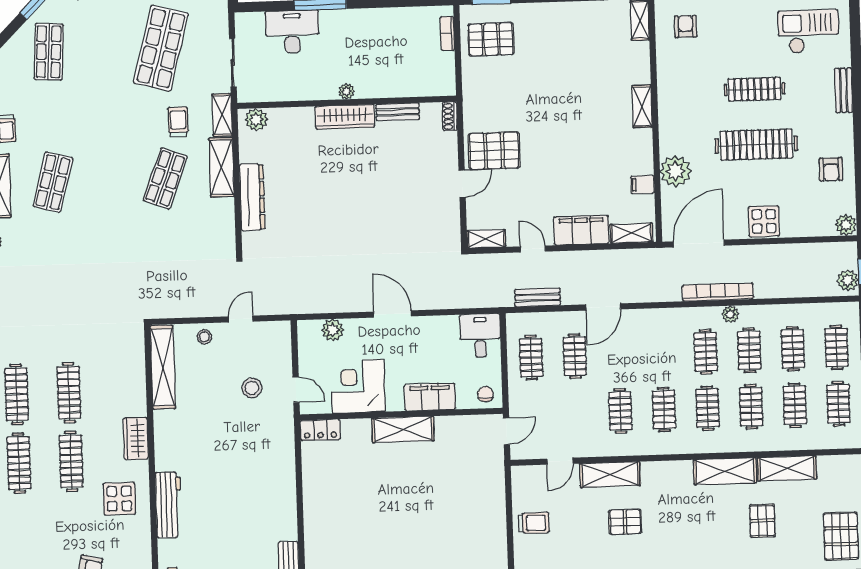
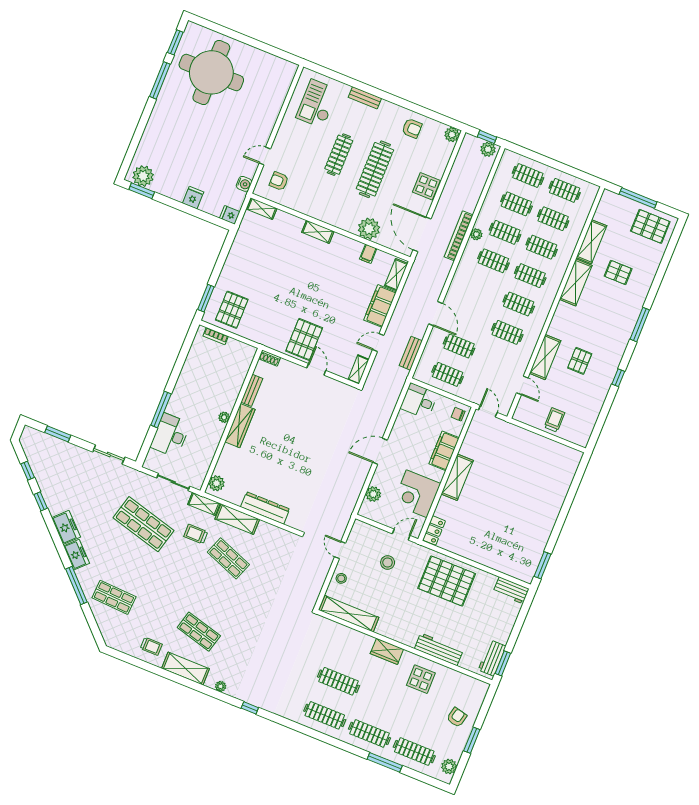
clothes rail: (71, 461) -> (414, 752), moved
pallet: (262, 475) -> (447, 581), added

